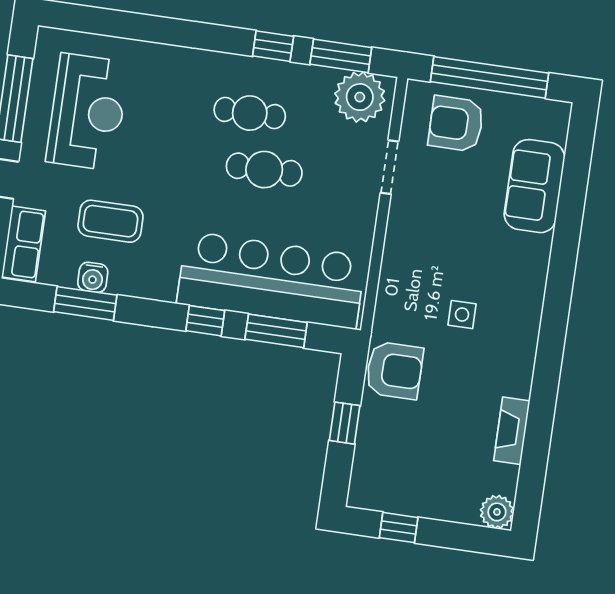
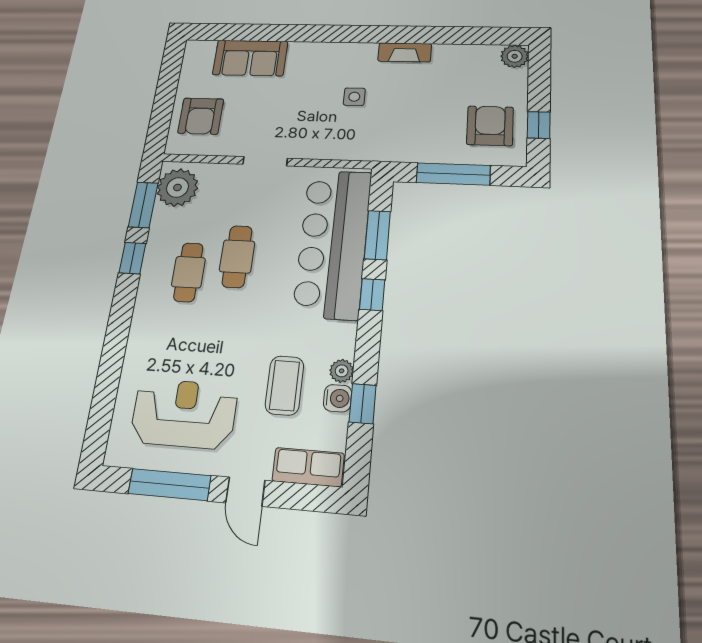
window: (490, 77) -> (165, 97), removed
doorway: (390, 167) -> (265, 161), moved
plant: (122, 283) -> (342, 371), added
window: (85, 303) -> (363, 404), width x0.67
armchair: (394, 370) -> (490, 126), moved
window: (345, 423) -> (453, 174), width x2.17
fireplace: (512, 431) -> (405, 52), moved

